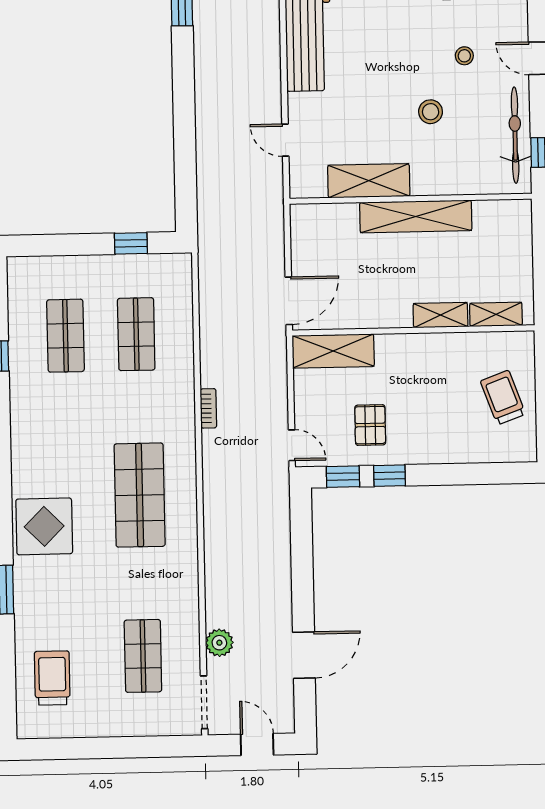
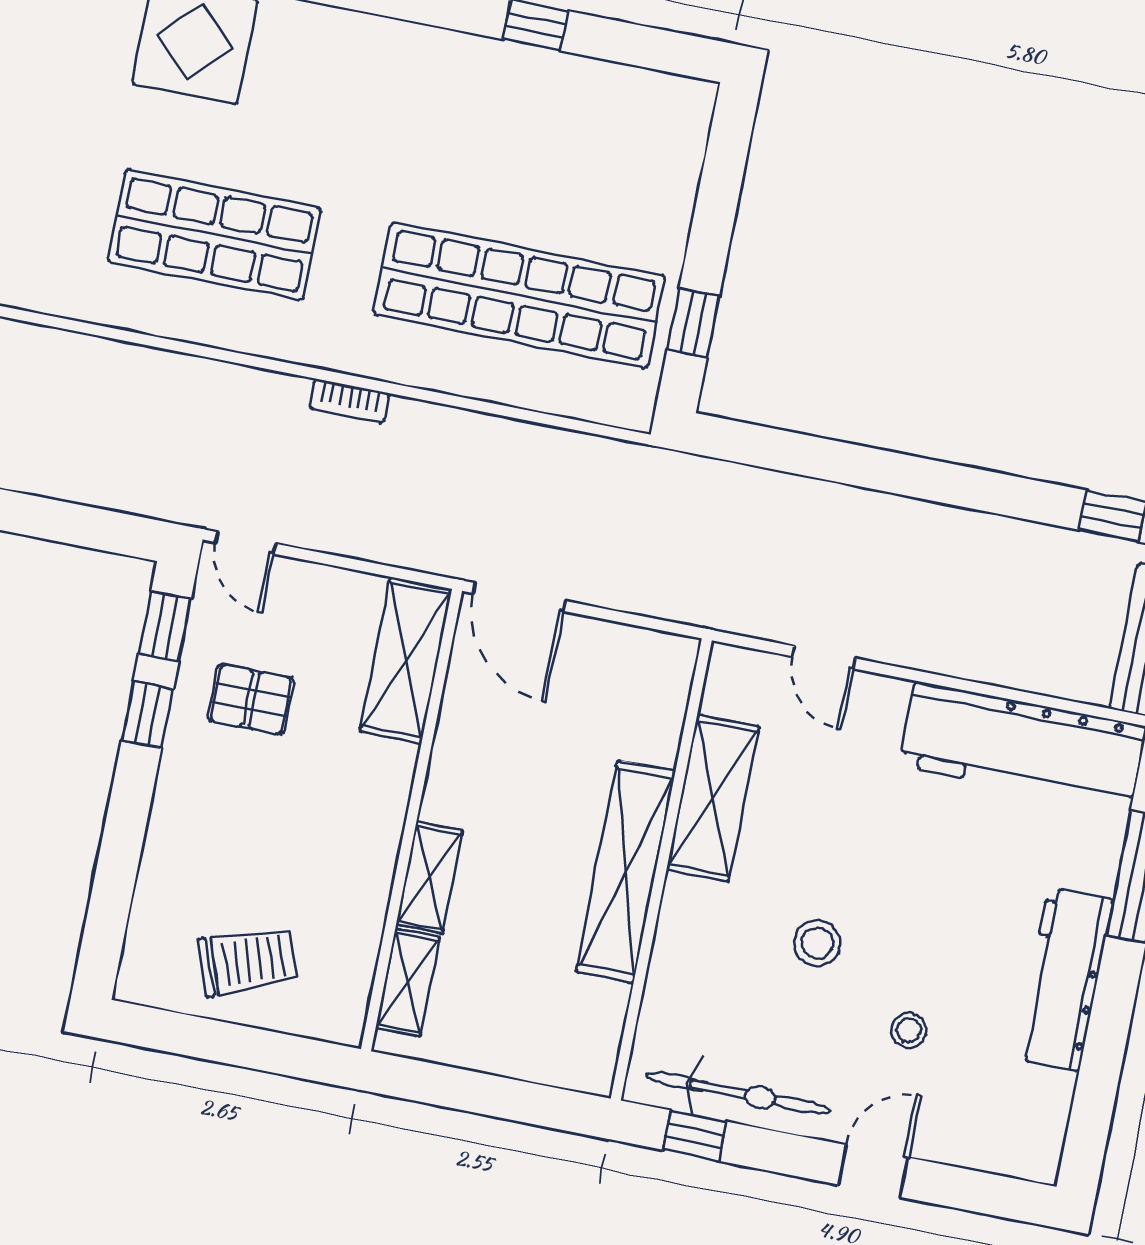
door: (285, 140) -> (824, 657), swing flipped
shop shelf: (136, 334) -> (519, 295), width x2.00, depth x1.36
shop shelf: (65, 336) -> (546, 161), removed
door: (292, 445) -> (245, 543), hinge flipped

